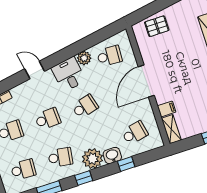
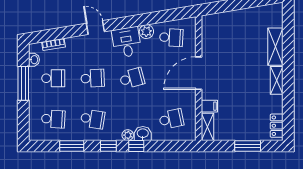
pallet: (157, 26) -> (226, 24), removed
plant: (92, 159) -> (128, 135), width x0.53, depth x0.53
window: (126, 164) -> (136, 146), moved

